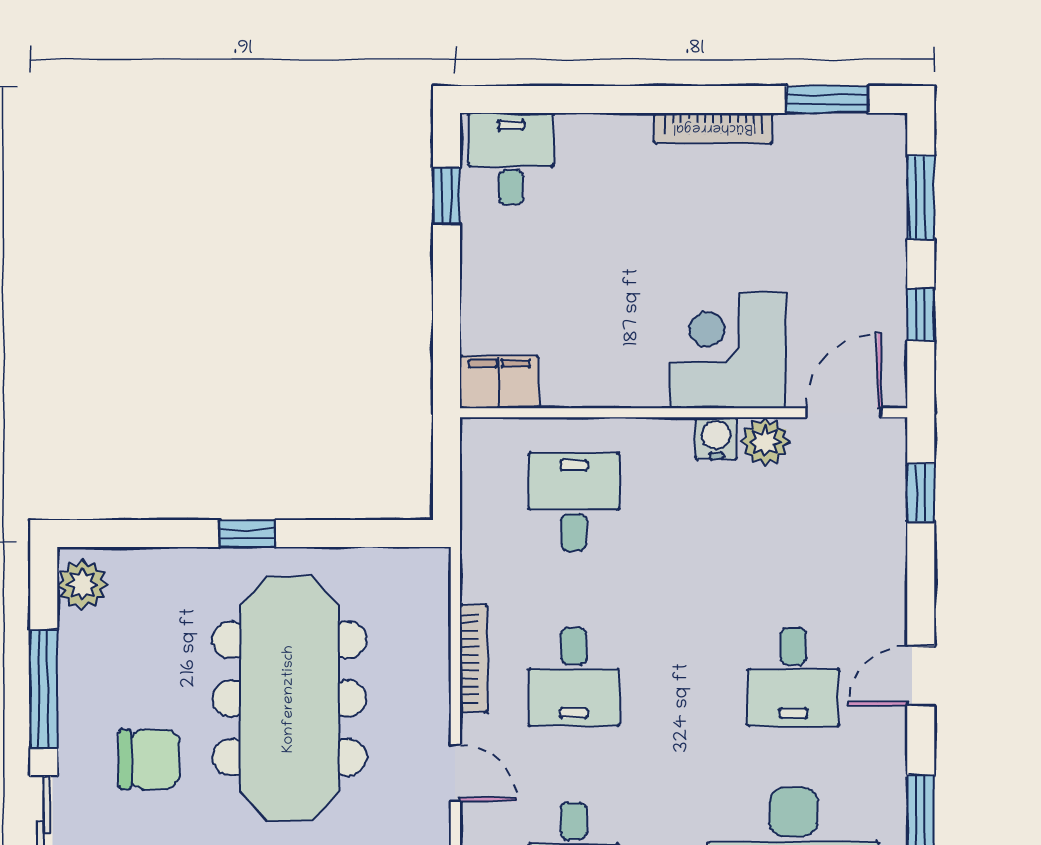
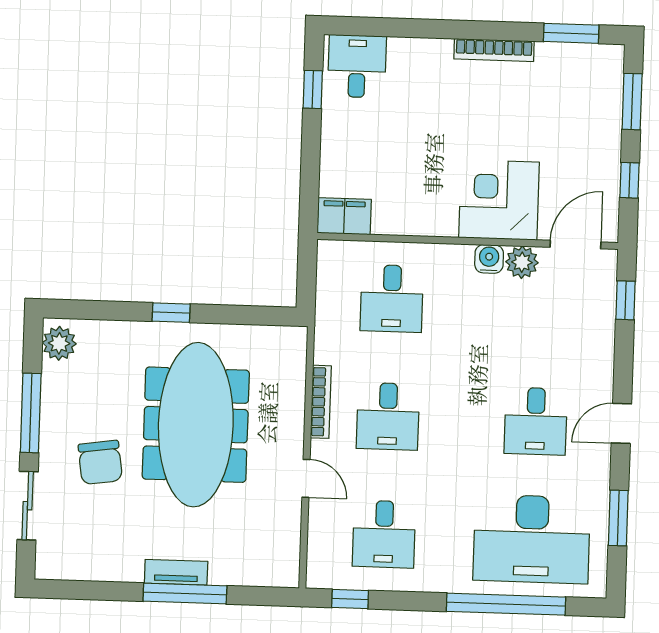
desk: (574, 502) -> (392, 298), turned 180
chair: (149, 759) -> (100, 462), turned 82

